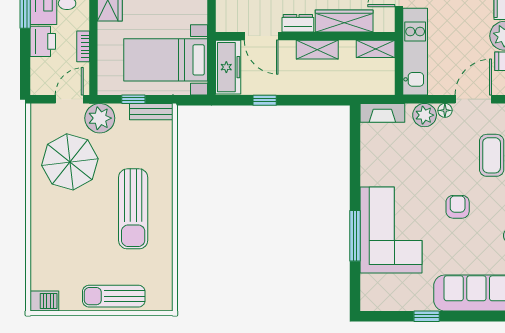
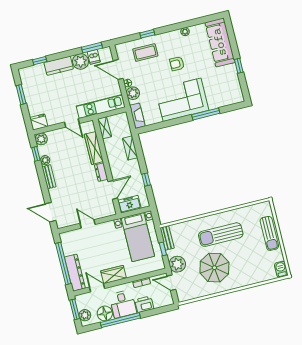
shelving: (317, 50) -> (130, 148), moved
freezer: (228, 67) -> (129, 204), width x0.71
parasol: (70, 162) -> (214, 268), moved
sun lounger: (133, 209) -> (221, 235), turned 180
corner sofa: (391, 230) -> (182, 100), moved

